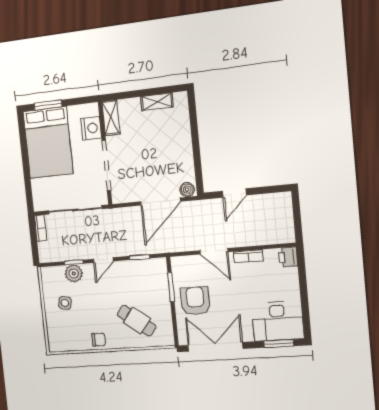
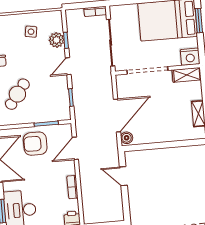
nightstand: (91, 128) -> (190, 57), moved
door: (160, 202) -> (117, 116), swing flipped
door: (214, 251) -> (75, 148), moved
door: (103, 260) -> (68, 66), hinge flipped
armchair: (195, 301) -> (35, 144), turned 180

